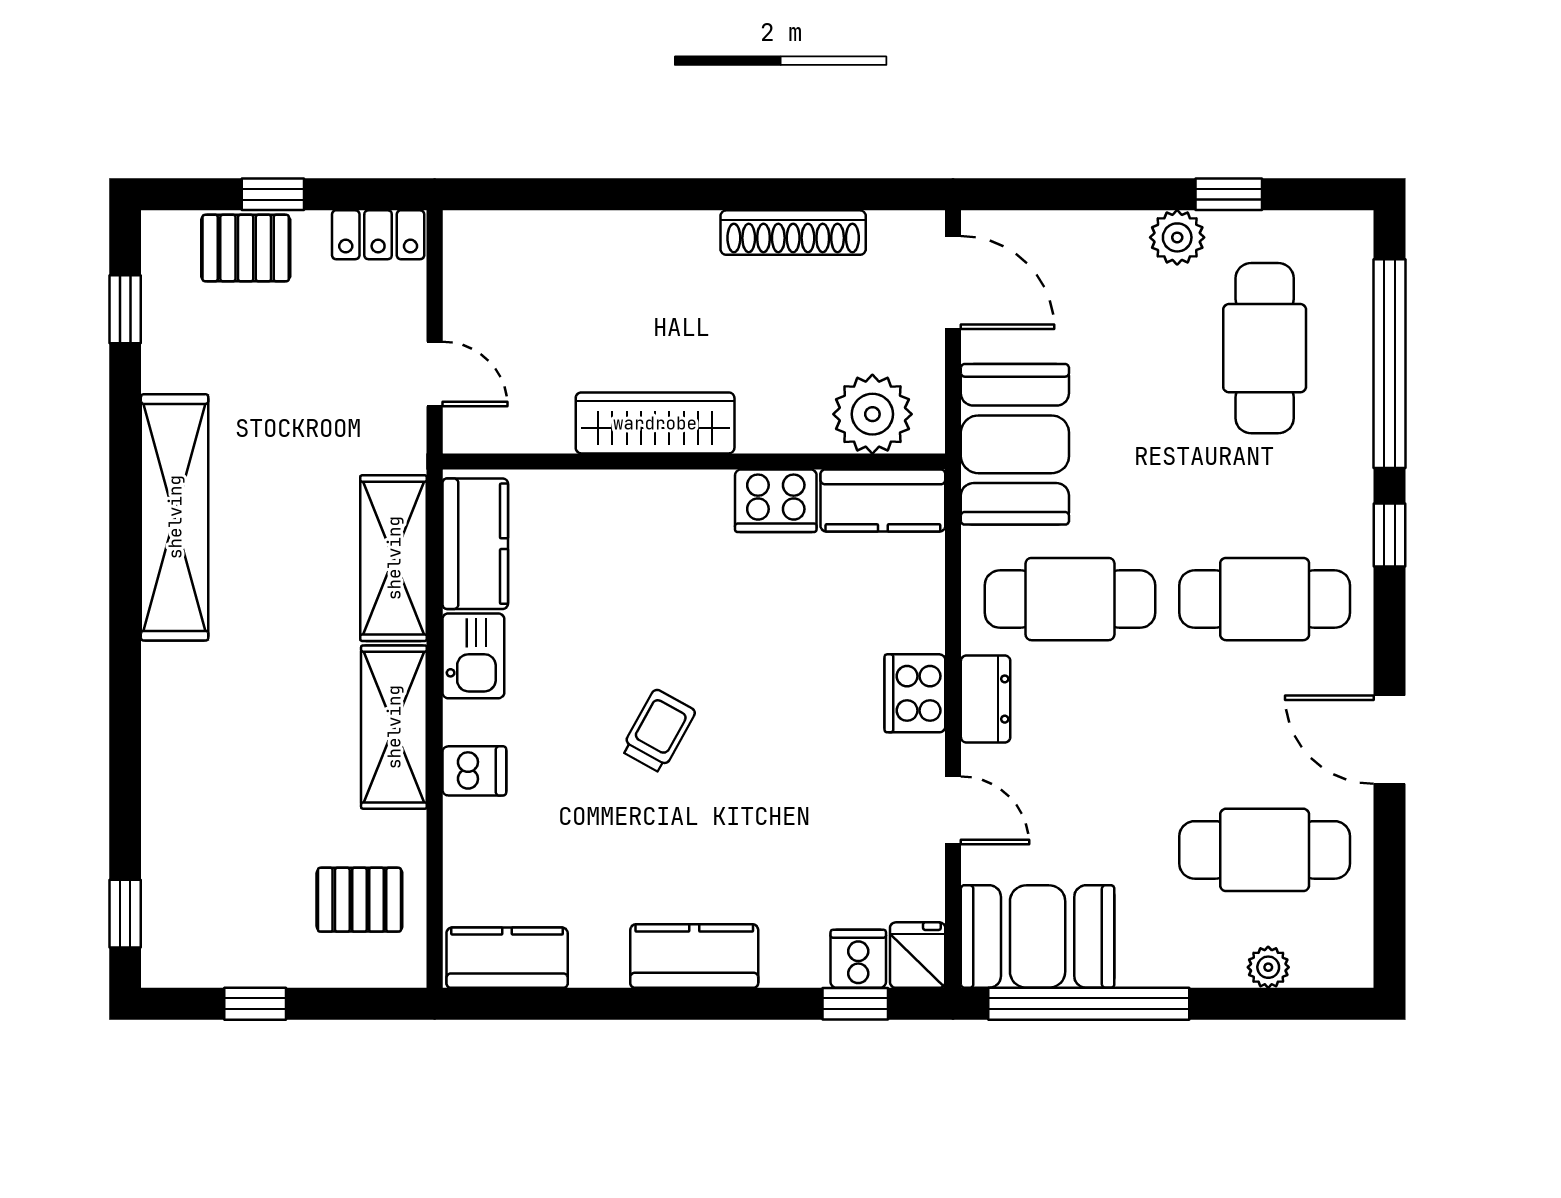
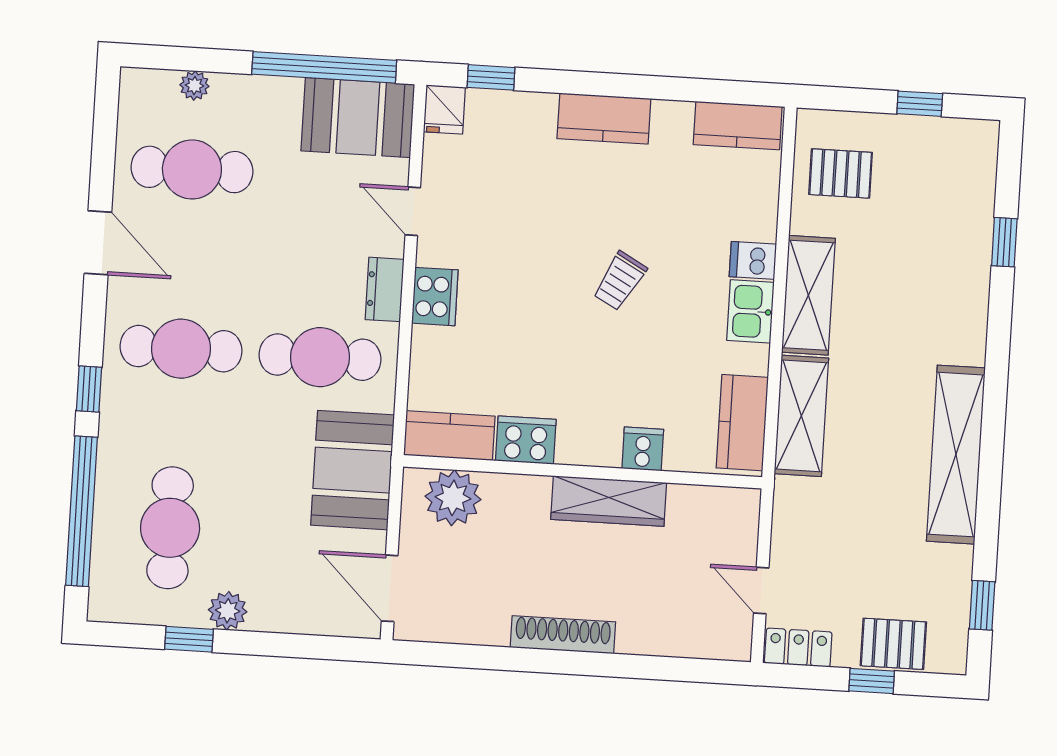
shoe rack: (793, 233) -> (563, 635), moved
door: (435, 374) -> (761, 591), moved
kitchen sink: (473, 656) -> (750, 311), moved
window: (125, 914) -> (1004, 242), moved
cooker: (858, 959) -> (643, 449), moved, turned 180

